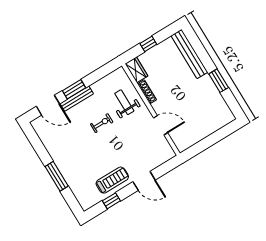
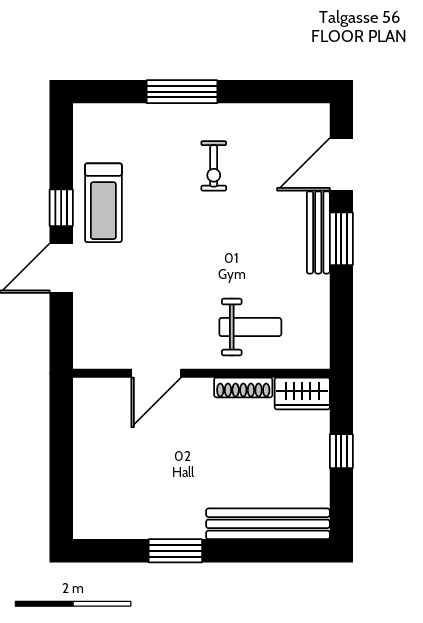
exercise bike: (102, 123) -> (214, 166), moved
window: (111, 201) -> (61, 208), moved

